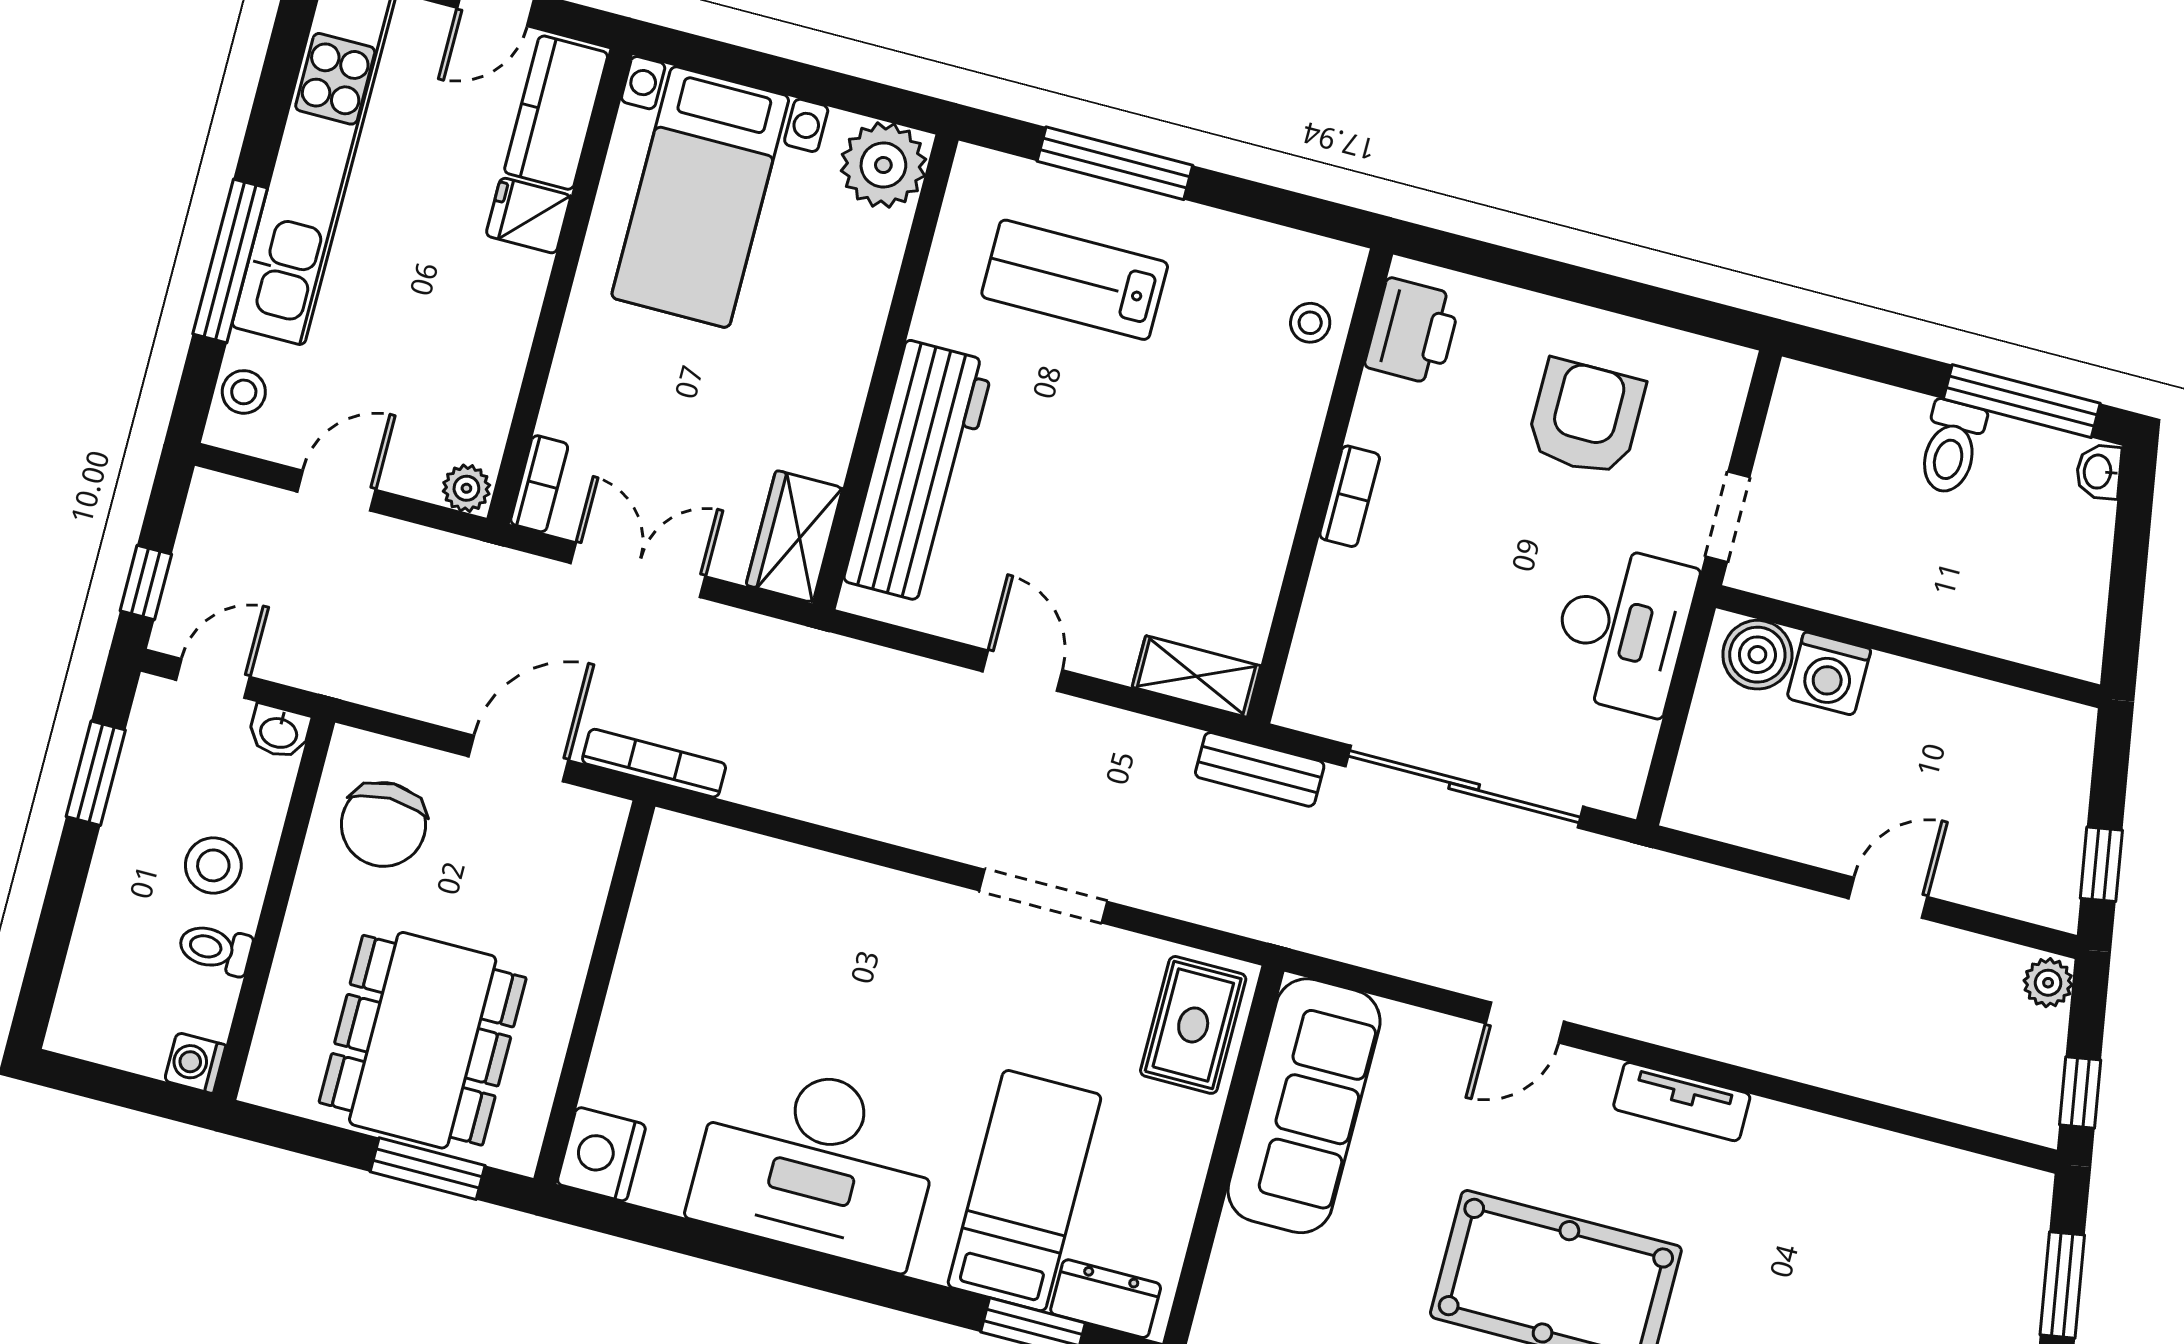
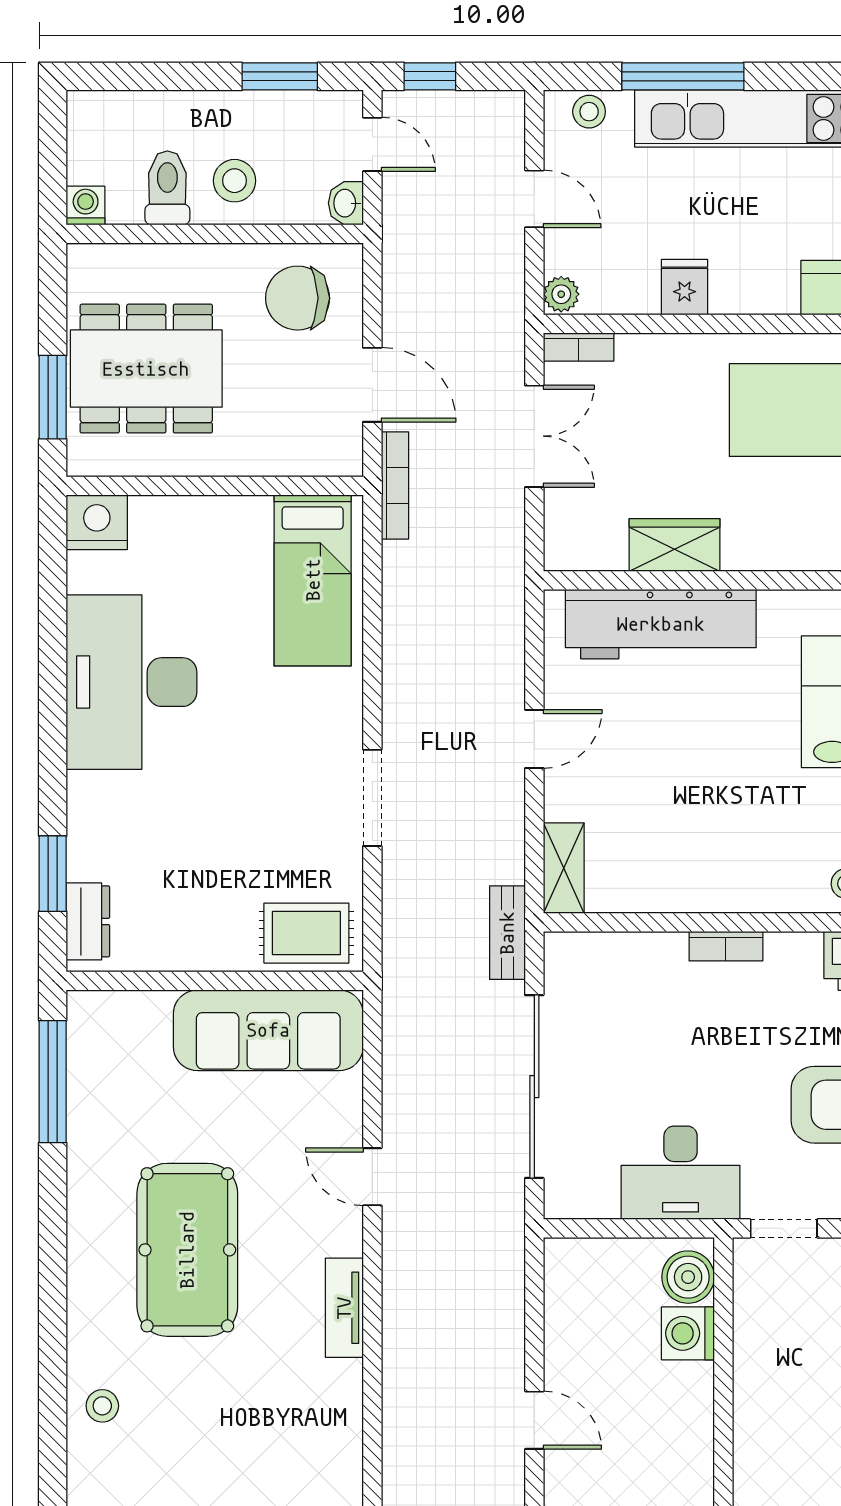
fridge: (528, 216) -> (685, 287), moved
wardrobe: (794, 536) -> (674, 545), moved
toilet: (215, 949) -> (167, 188), width x1.37, depth x1.39
bed: (1024, 1191) -> (313, 580), moved, turned 90

